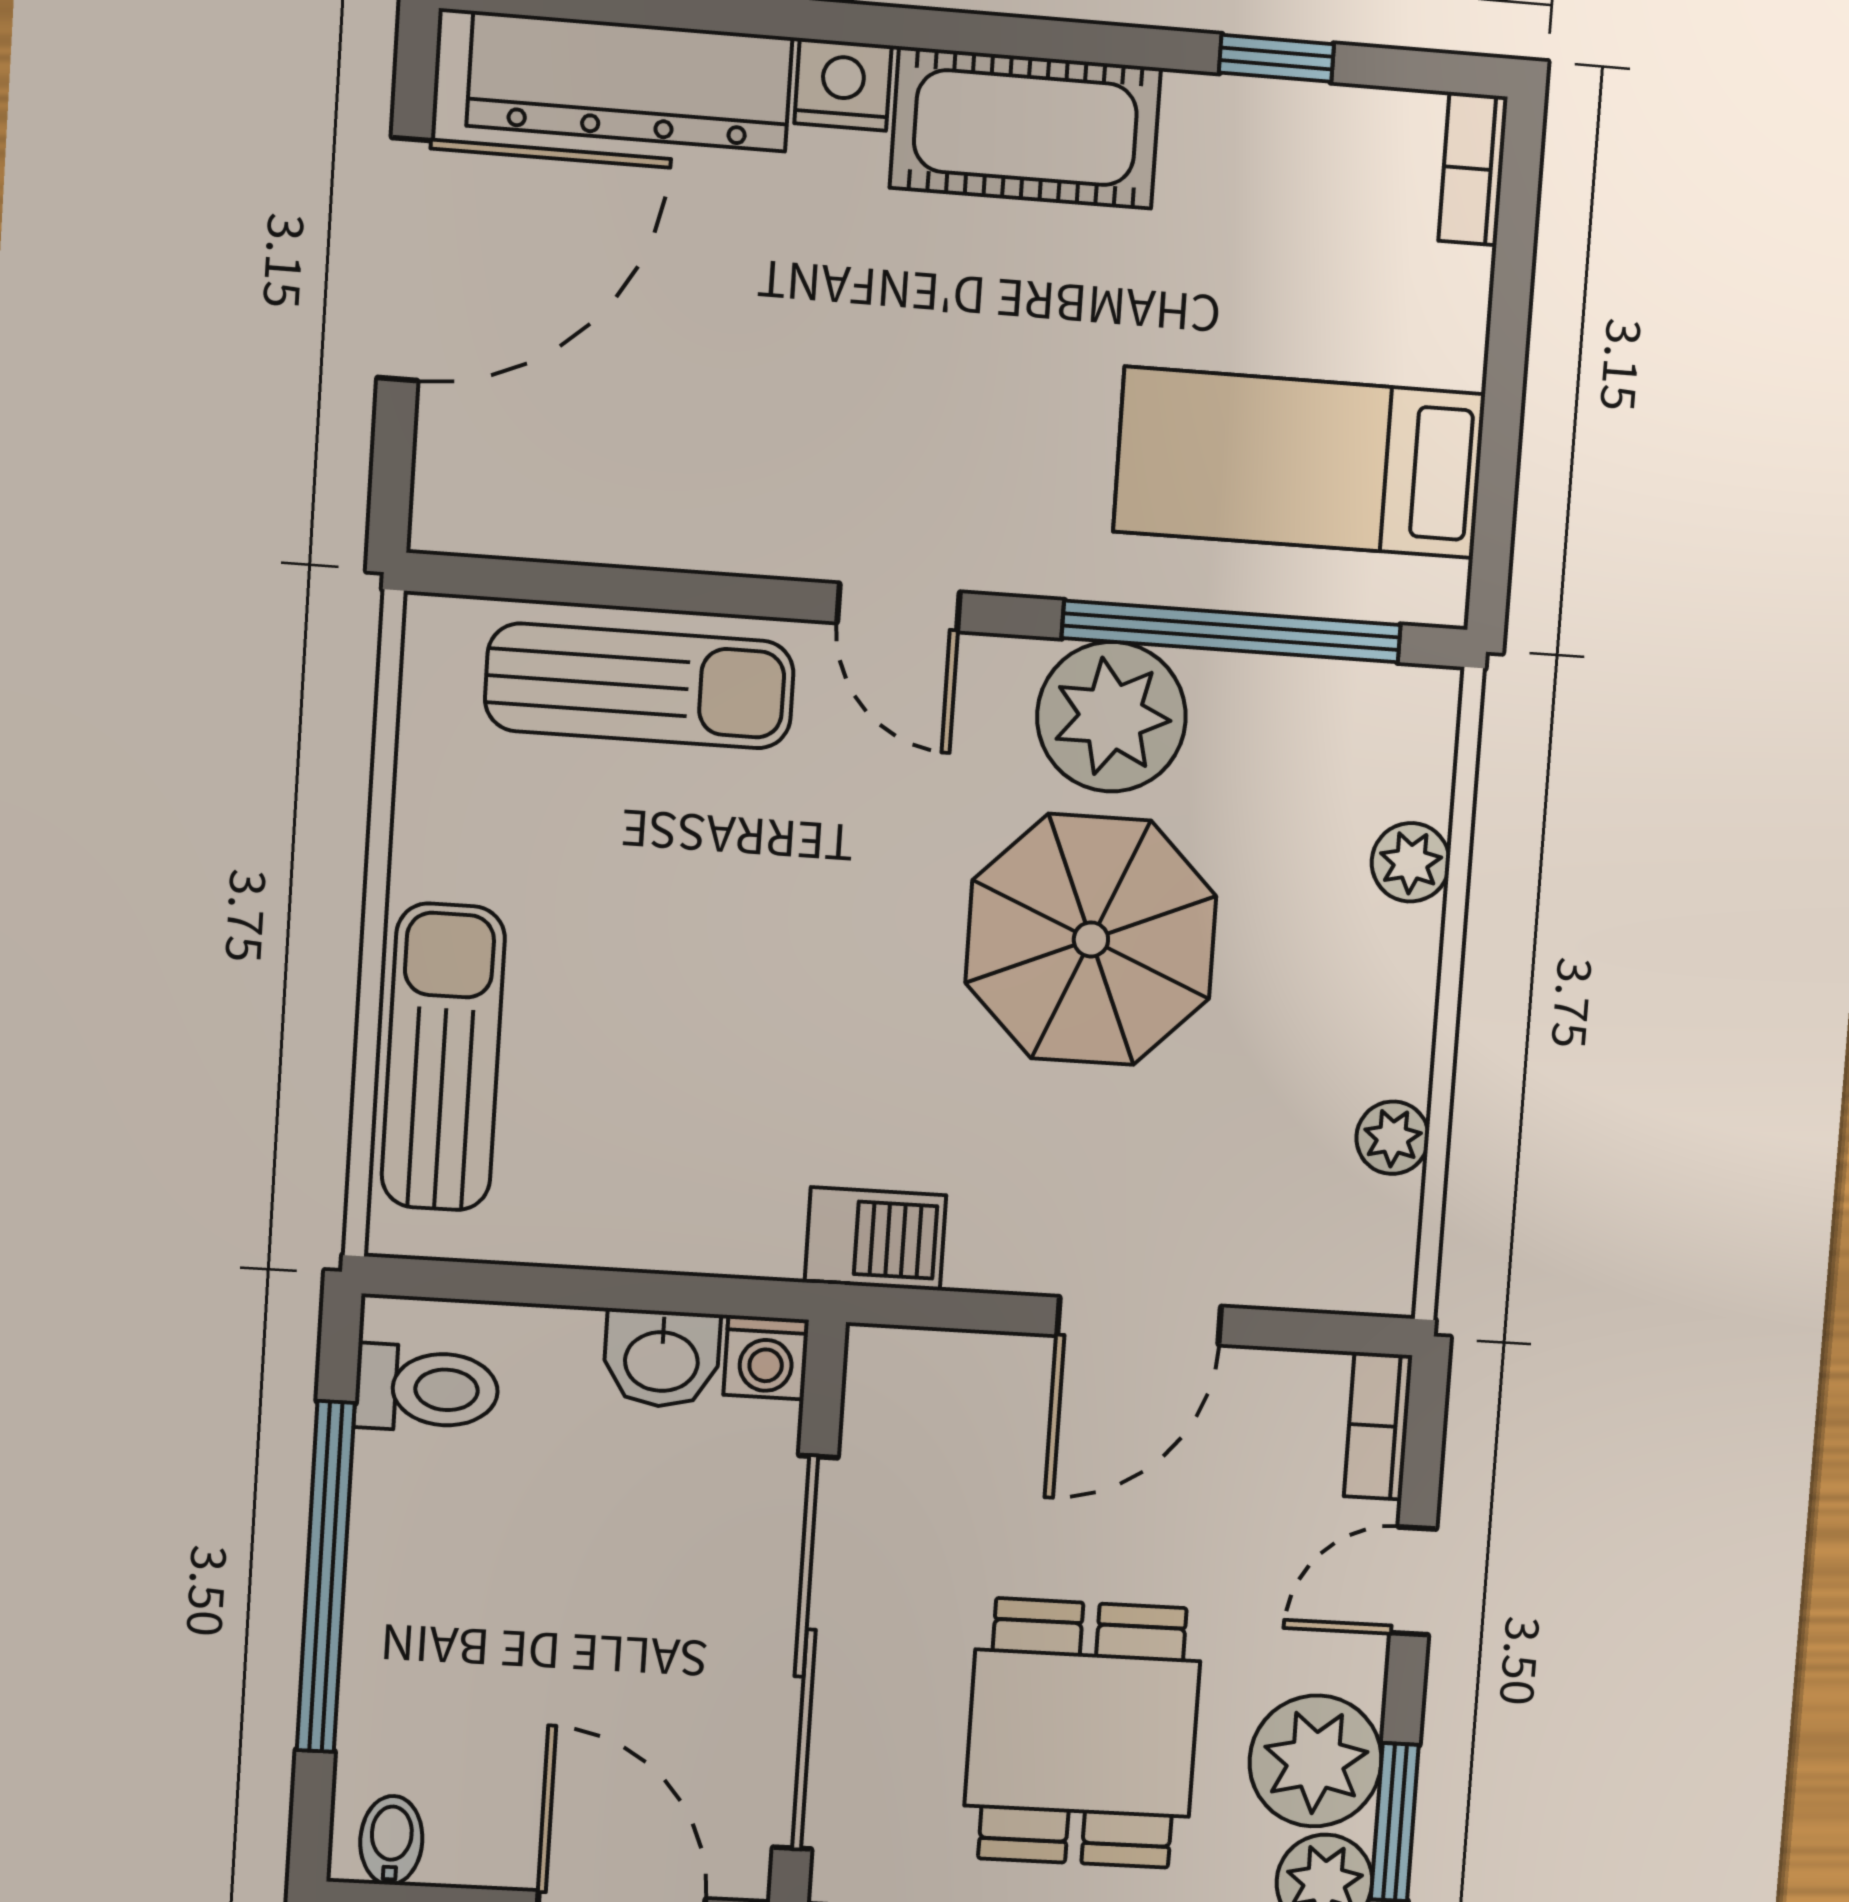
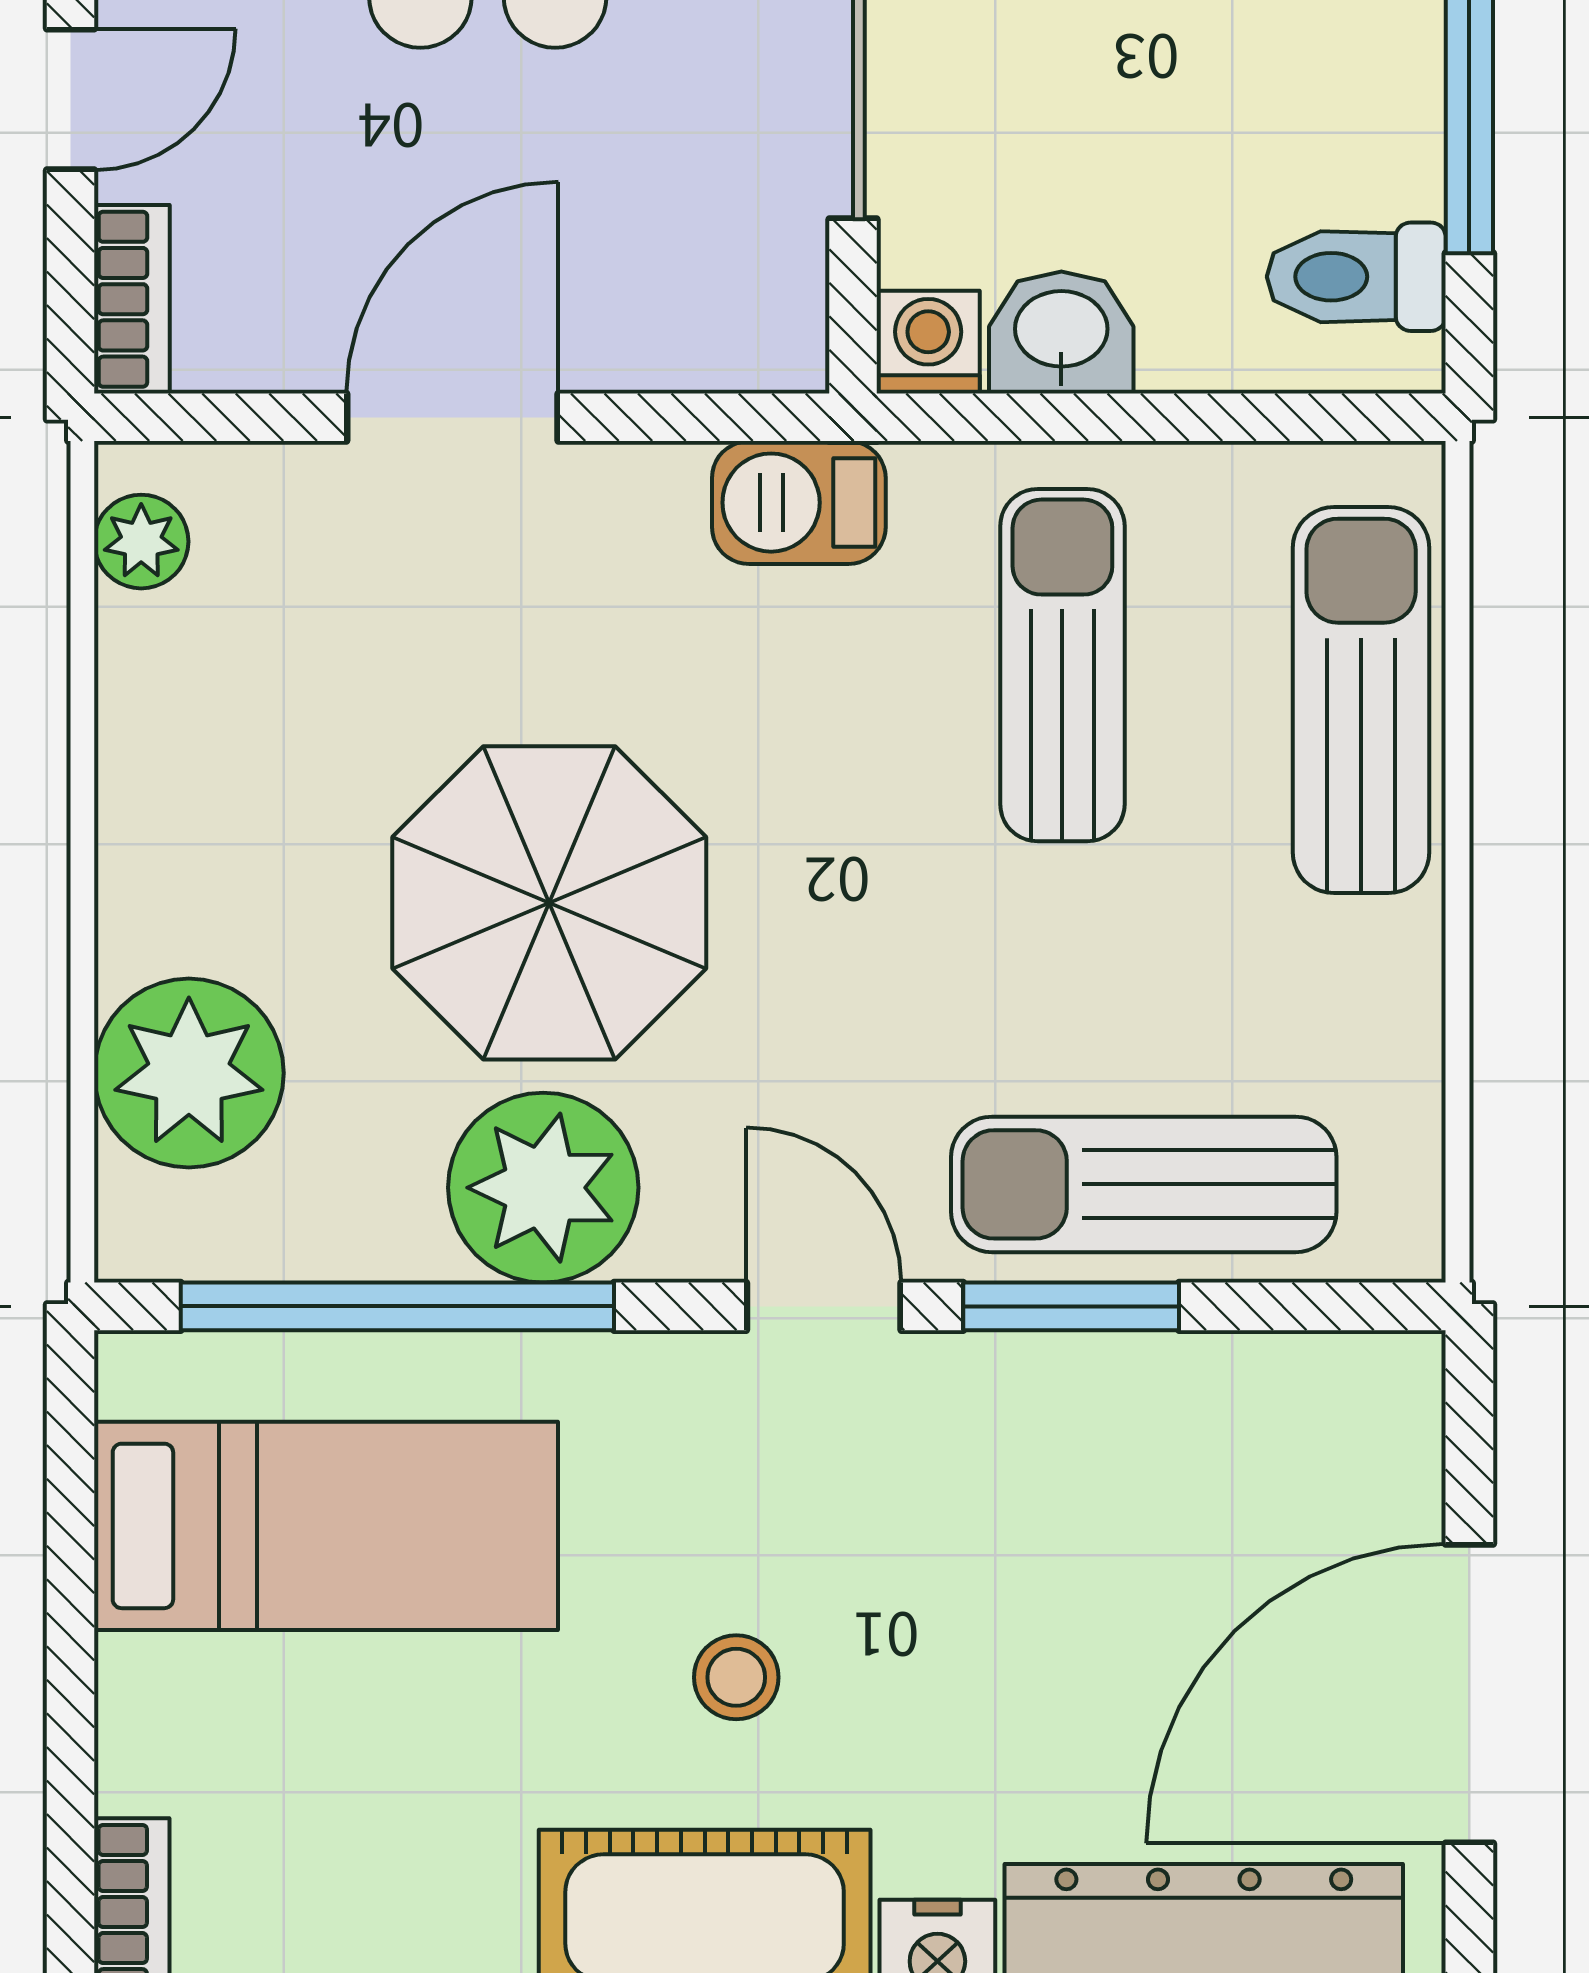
stool: (987, 318) -> (736, 1677), added
window: (703, 593) -> (1071, 1306), added
plant: (1411, 862) -> (189, 1073), width x1.87, depth x1.87
sun lounger: (443, 1057) -> (1361, 700), turned 180
sun lounger: (677, 1099) -> (1062, 665), added
plant: (1393, 1138) -> (141, 542), moved

